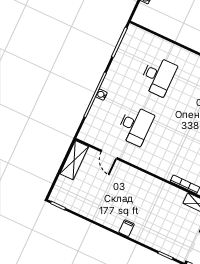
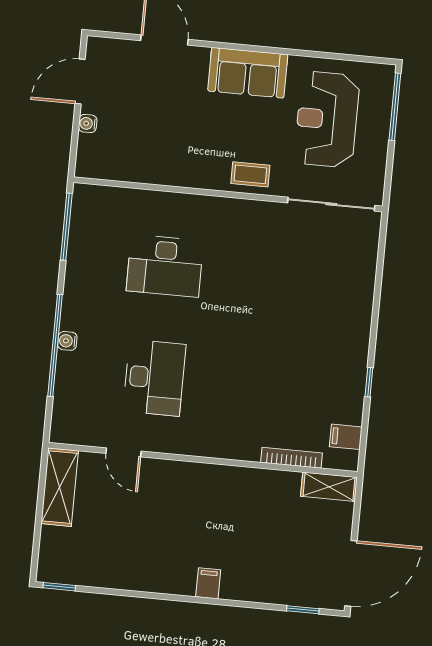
desk: (158, 76) -> (165, 266), turned 90

